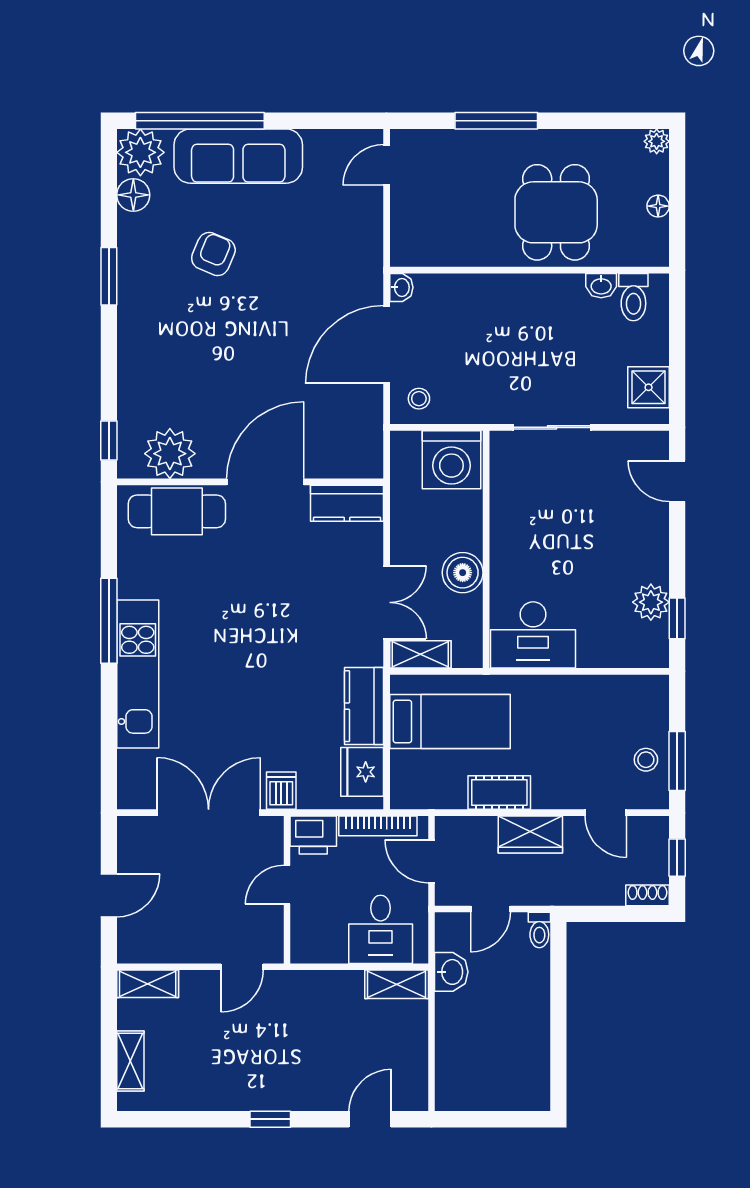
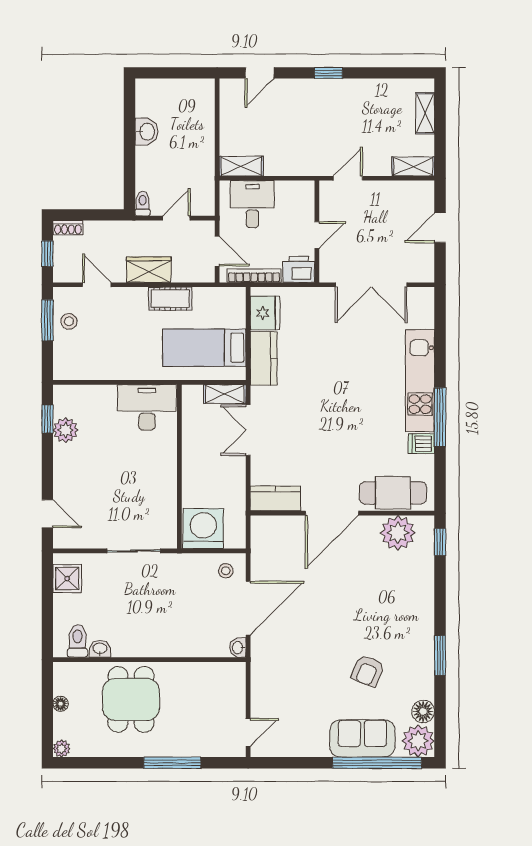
sofa: (238, 156) -> (362, 738), width x0.73
boiler: (463, 573) -> (196, 451), removed
dishwasher: (281, 791) -> (421, 444), moved, turned 90
washbasin: (451, 972) -> (146, 132), moved, turned 180

